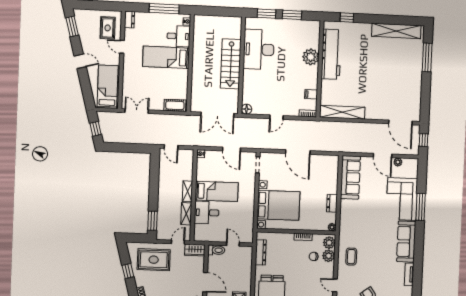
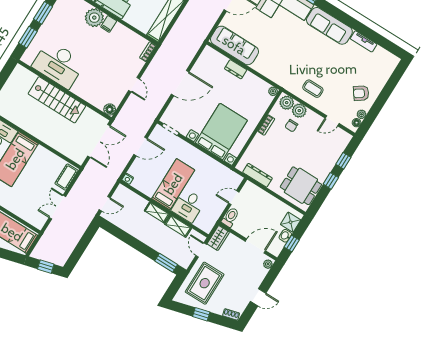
filing cabinet: (311, 94) -> (109, 24), moved
double door: (137, 111) -> (57, 207), moved
dresser: (332, 203) -> (236, 69), moved

